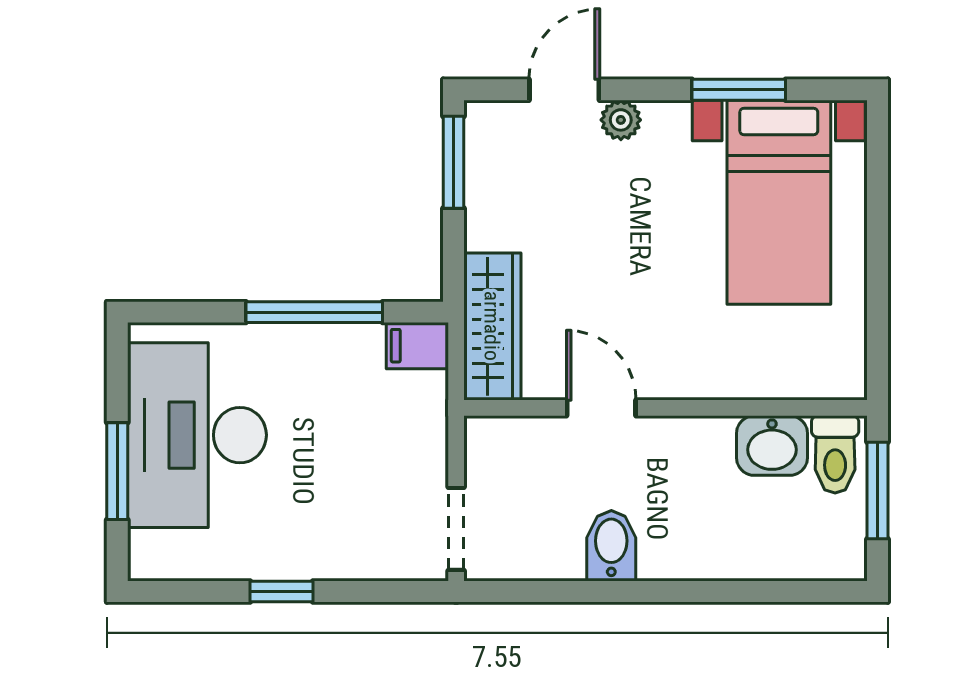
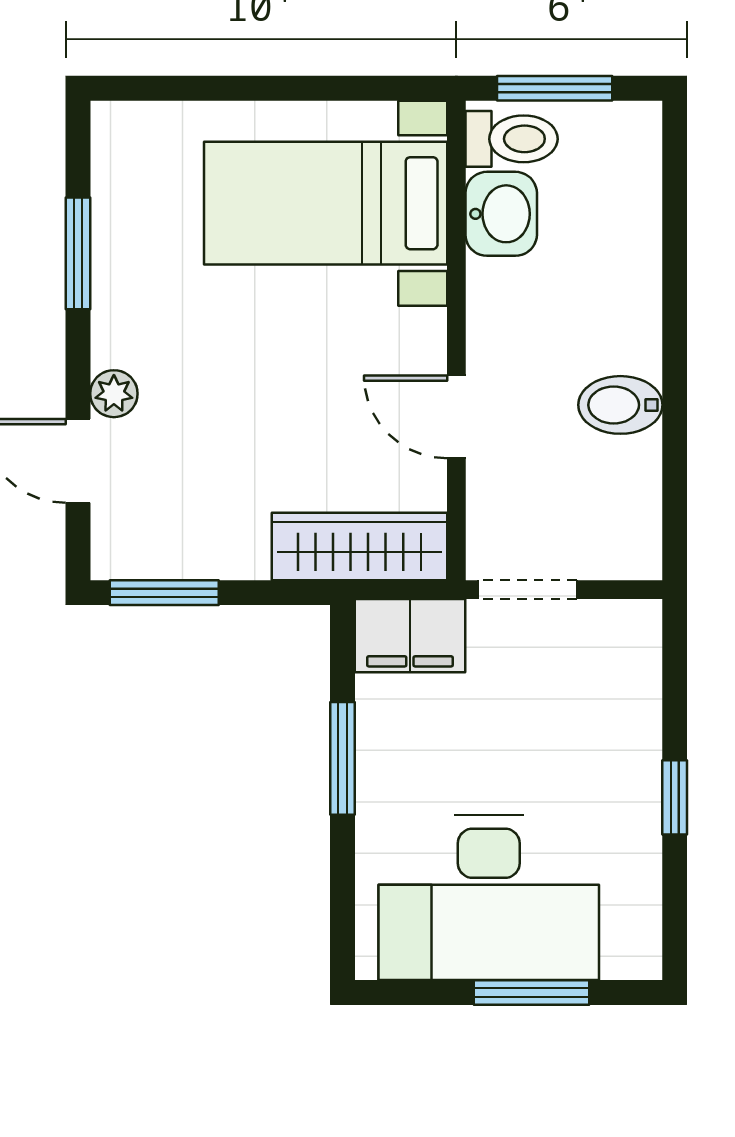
bed with nightstands: (779, 202) -> (326, 203), moved, turned 180
window: (314, 312) -> (342, 758), width x0.69
filing cabinet: (417, 346) -> (410, 636), width x2.00
door: (601, 408) -> (456, 417), hinge flipped
doorway: (456, 529) -> (527, 590), moved

